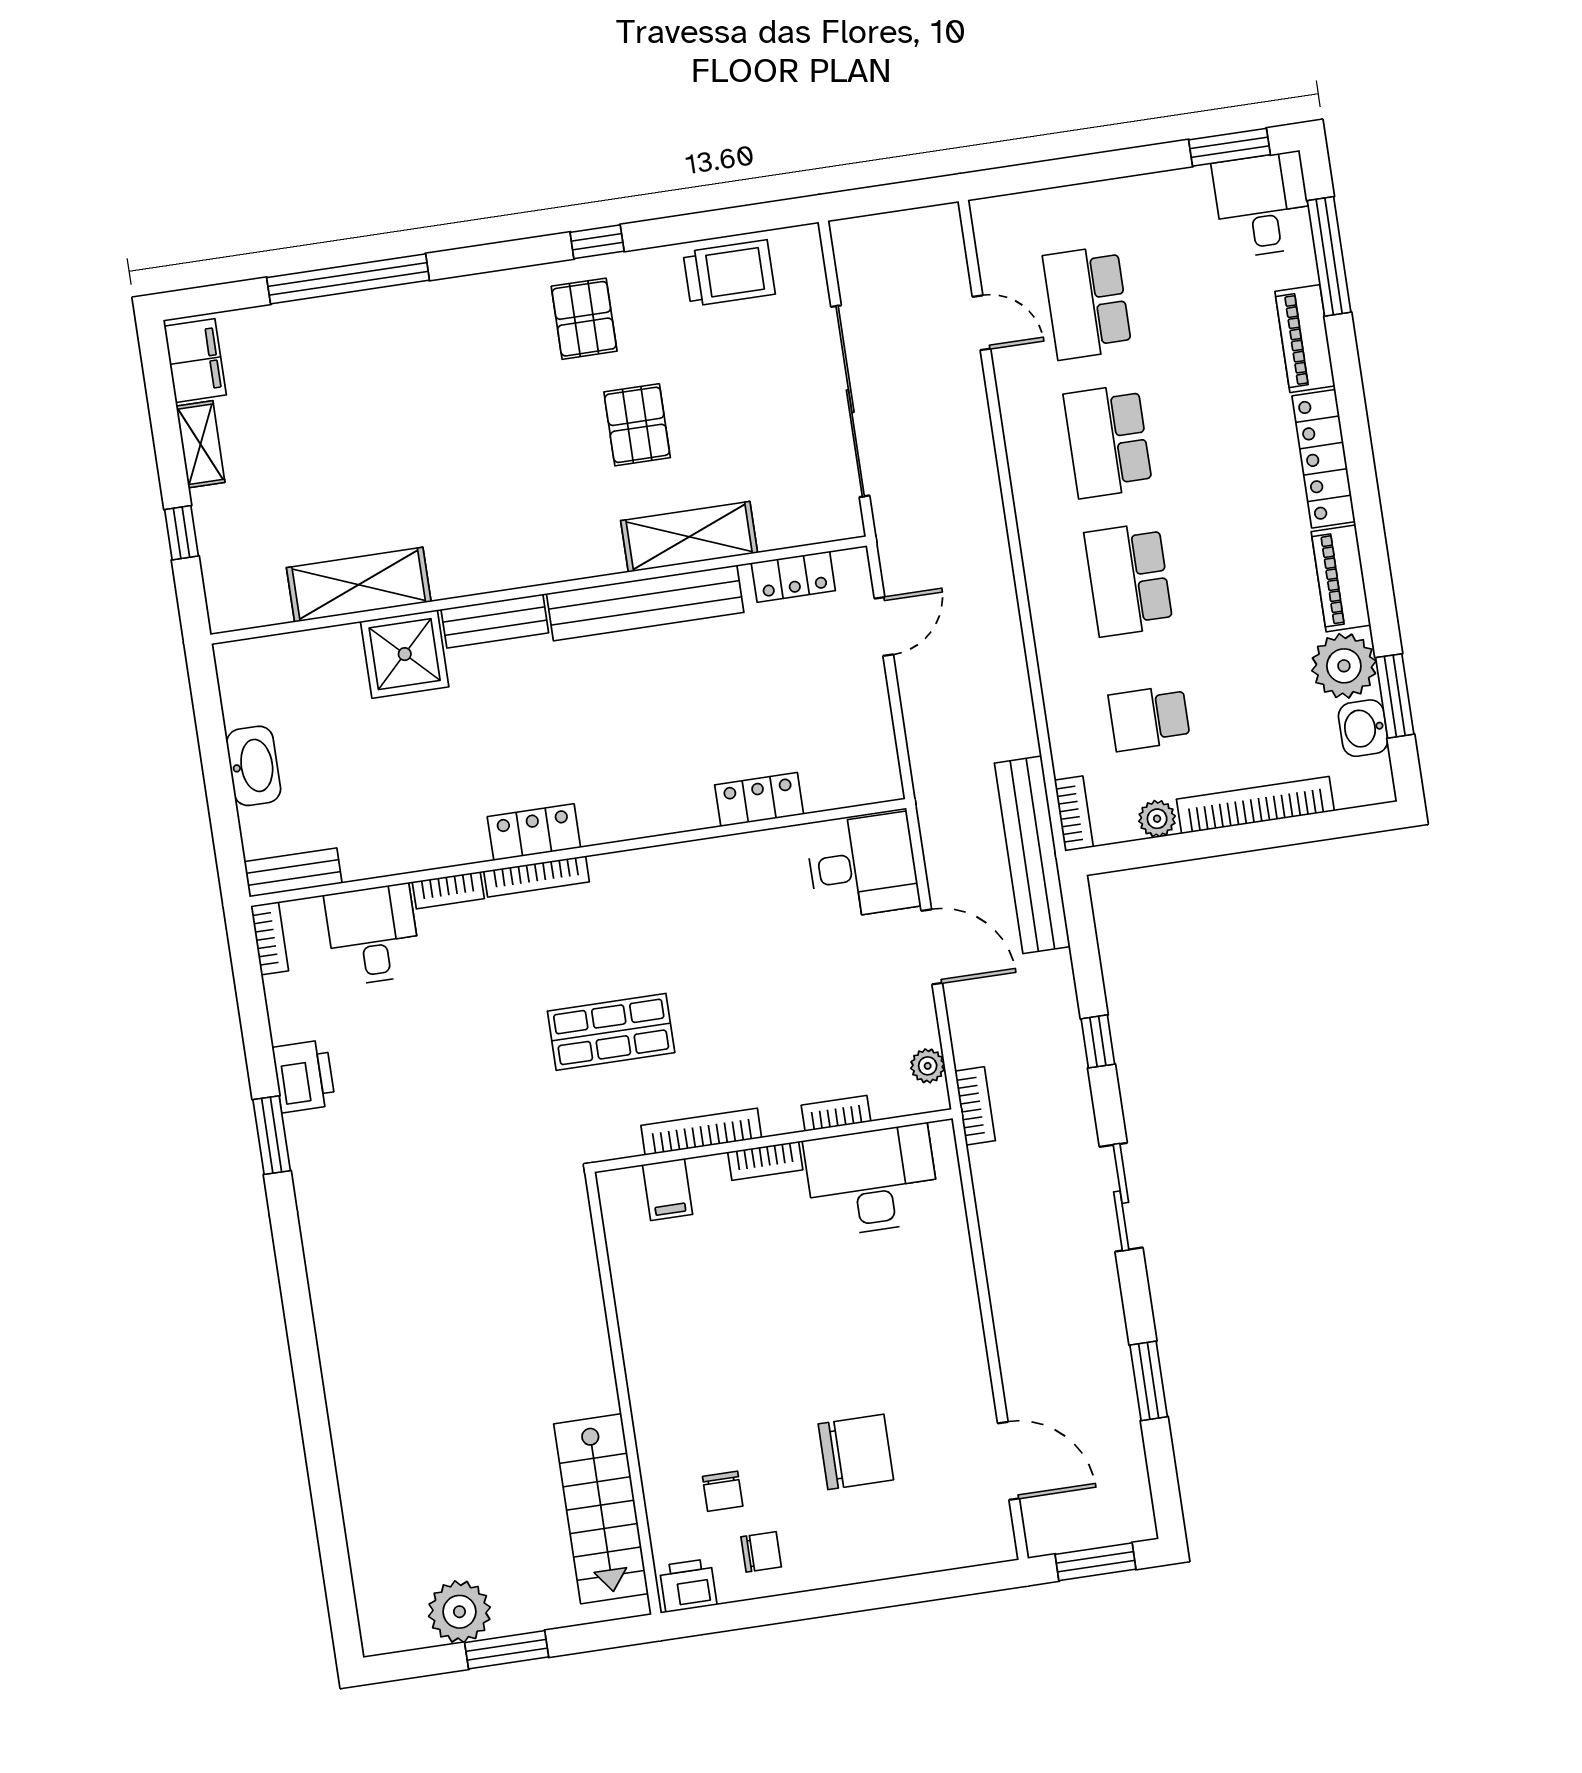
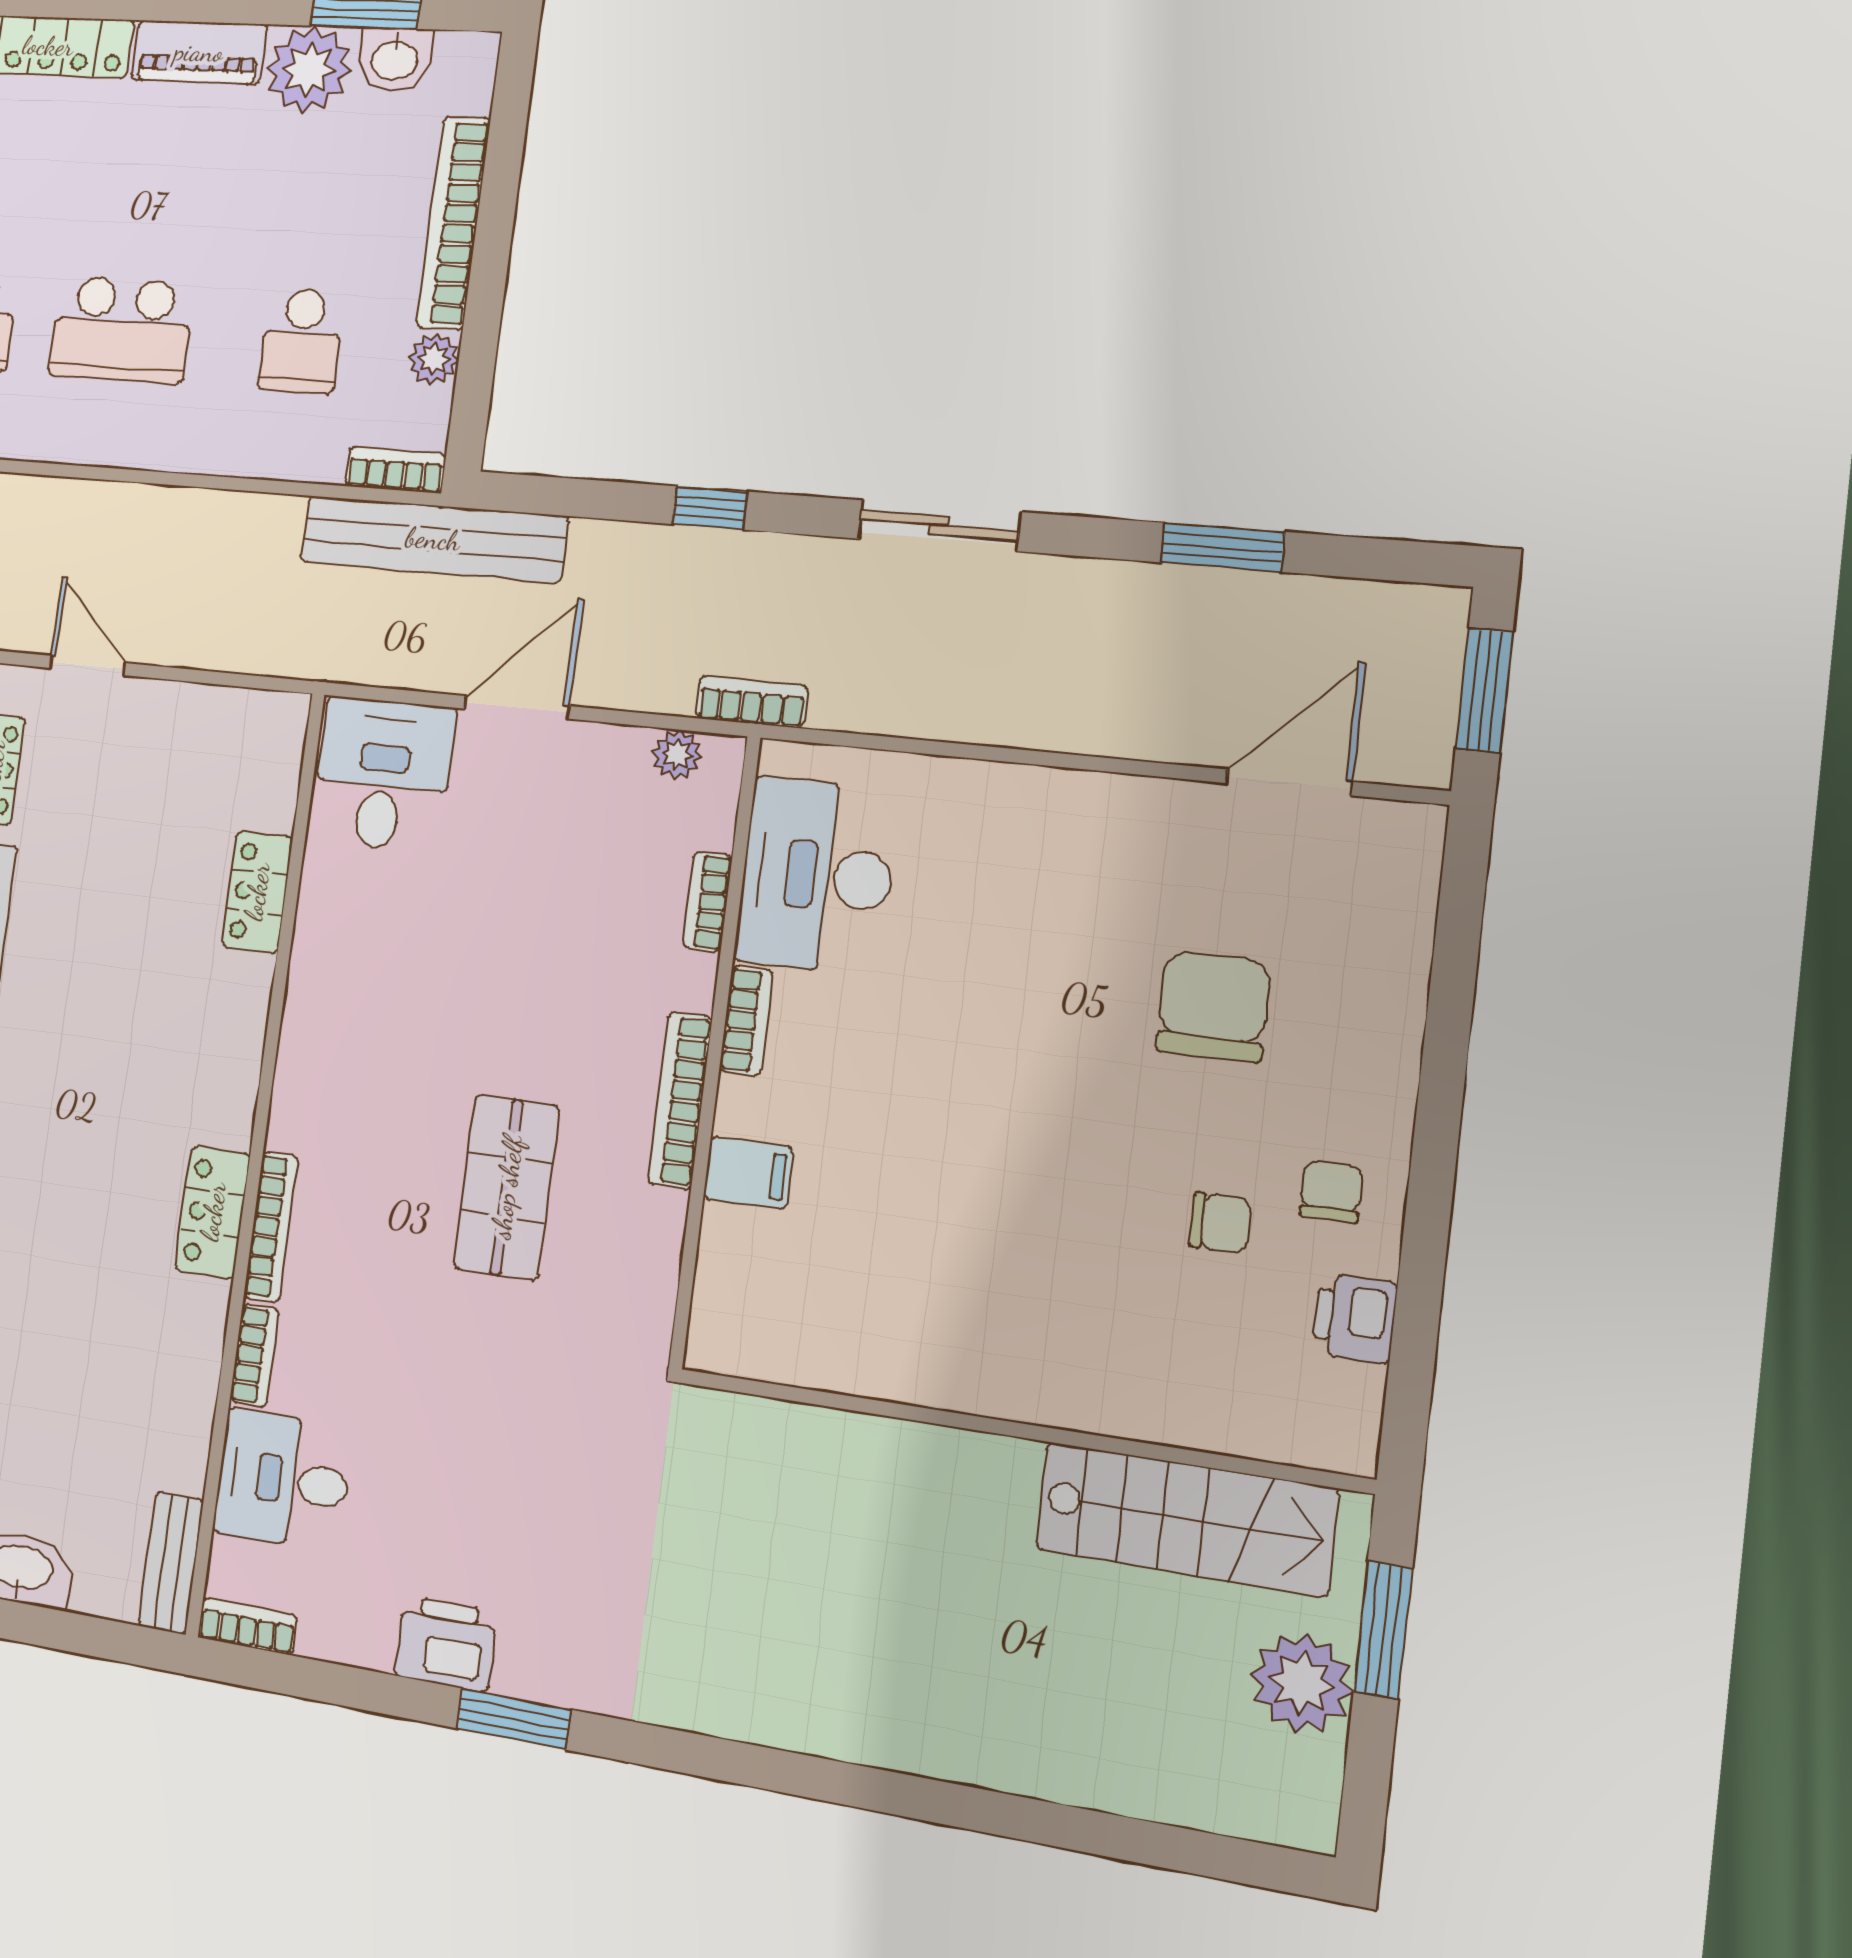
wall: (623, 1393) -> (1017, 1430), moved
stairs: (601, 1509) -> (1186, 1519), moved

